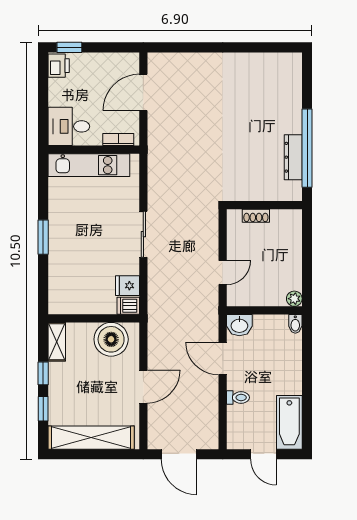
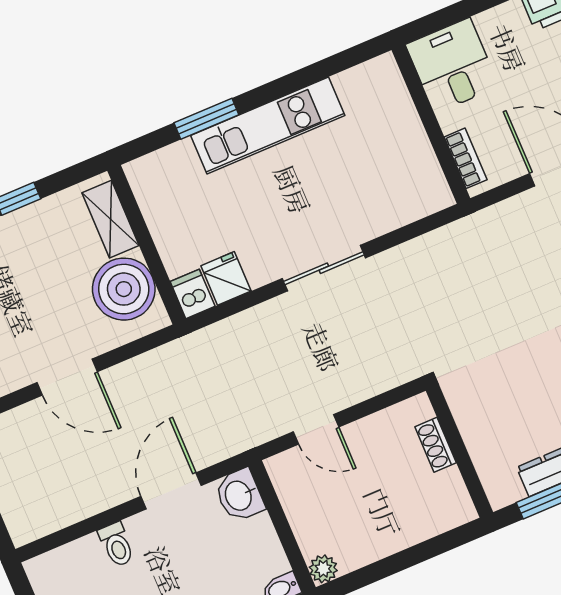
kitchen unit: (89, 165) -> (268, 125), moved, turned -90
window: (43, 237) -> (206, 119), moved
shelving: (57, 342) -> (111, 219), moved, turned 90

